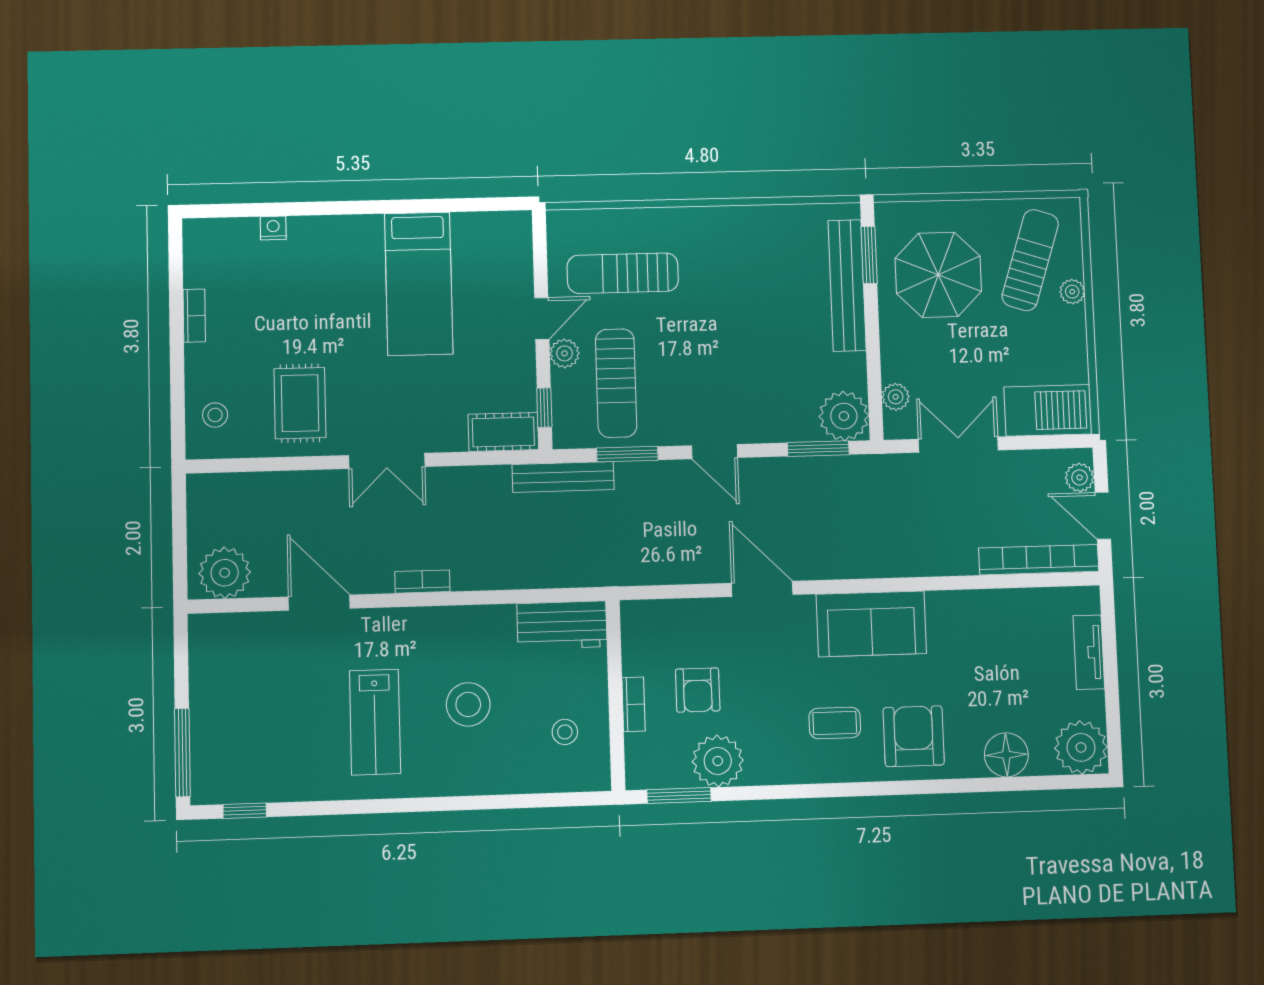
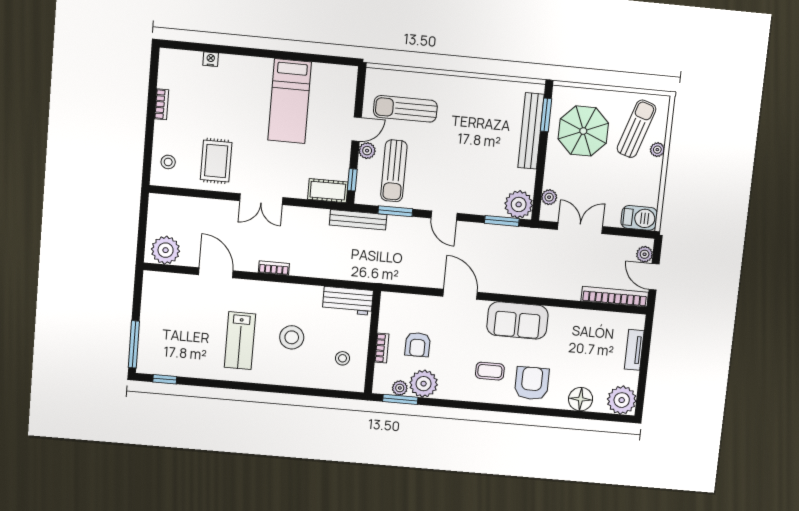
barbecue: (1048, 410) -> (639, 218), width x0.73, depth x0.83
plant: (675, 774) -> (400, 388), added

